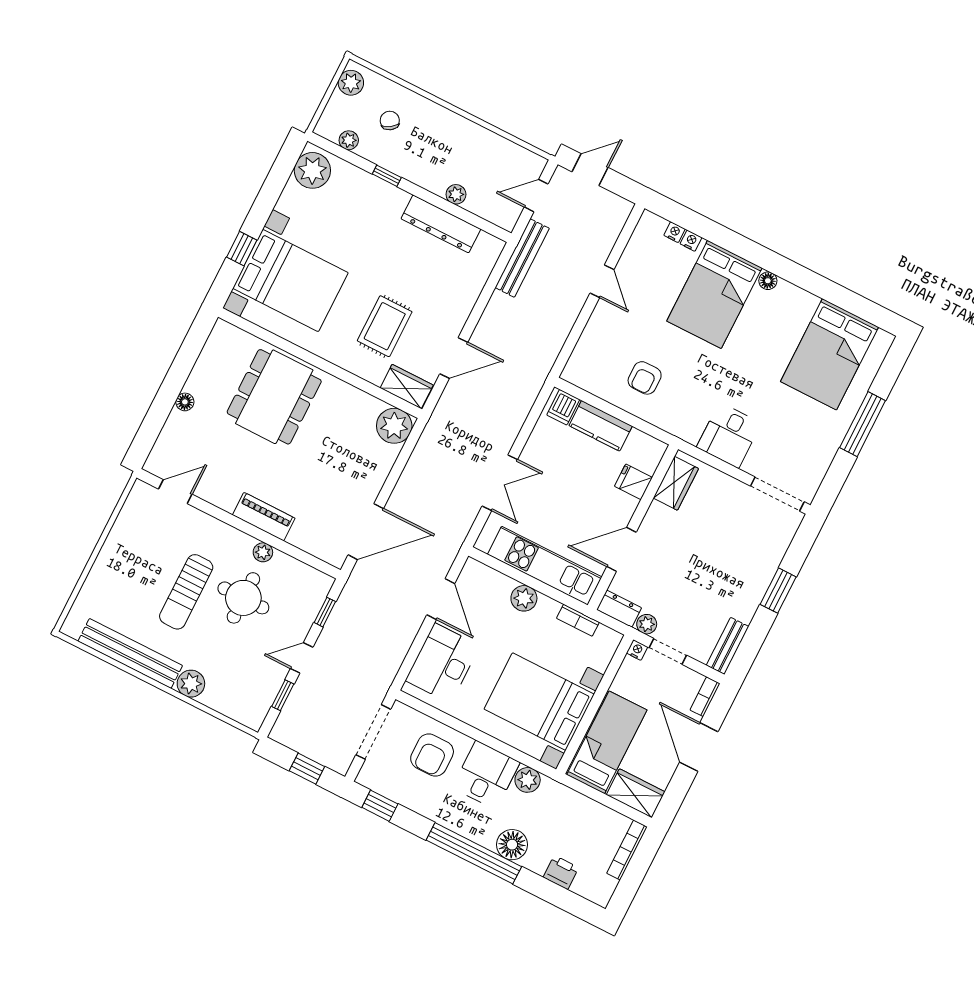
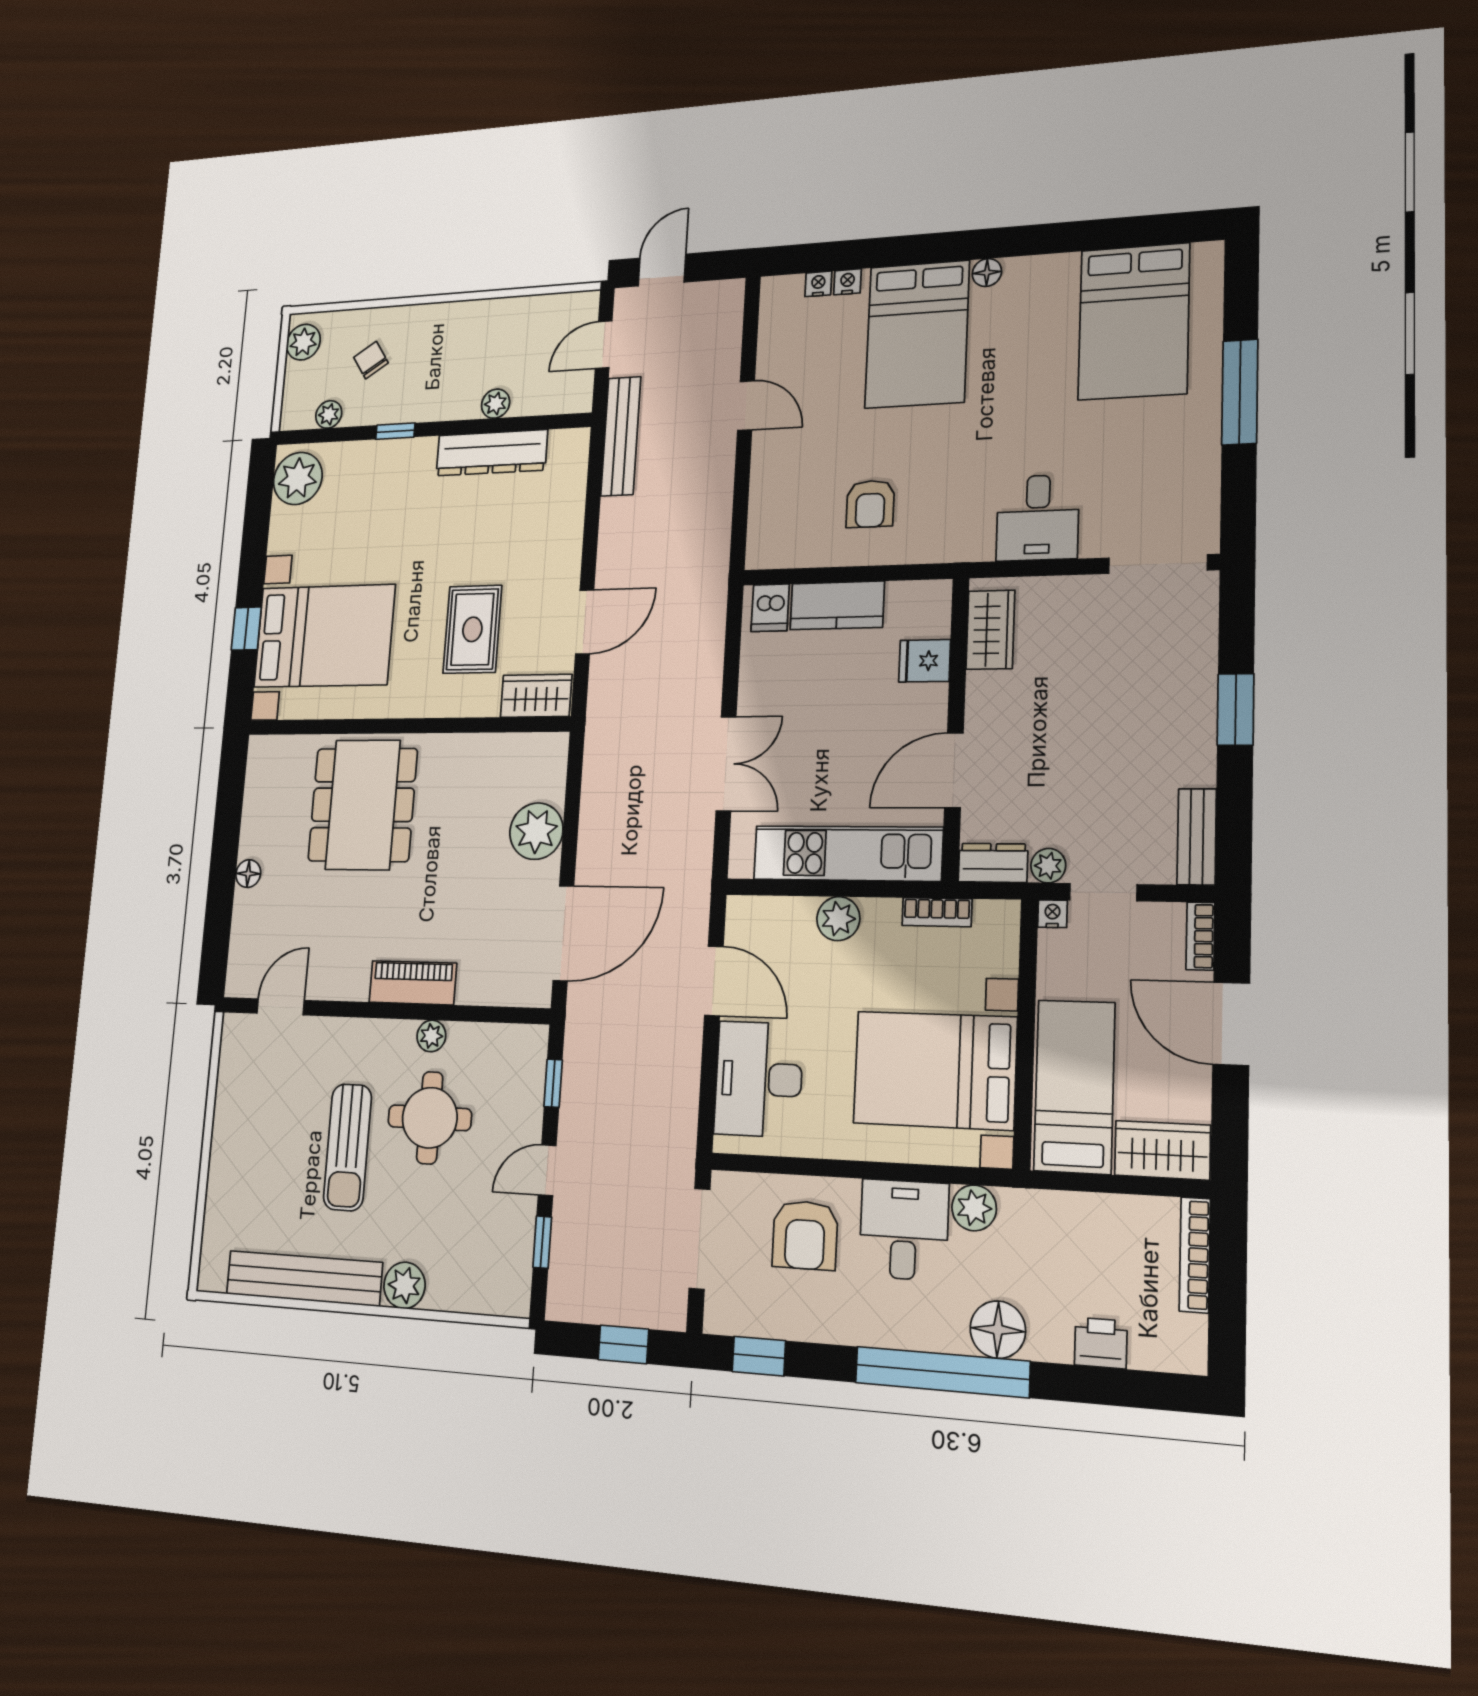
plant: (394, 426) -> (536, 831), moved

